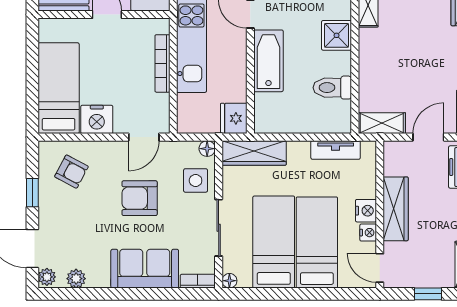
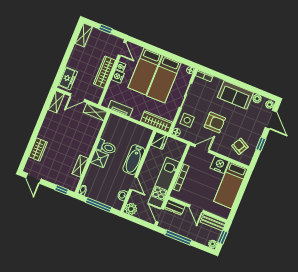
toilet: (332, 88) -> (106, 147), moved
sofa: (145, 269) -> (235, 95), moved

